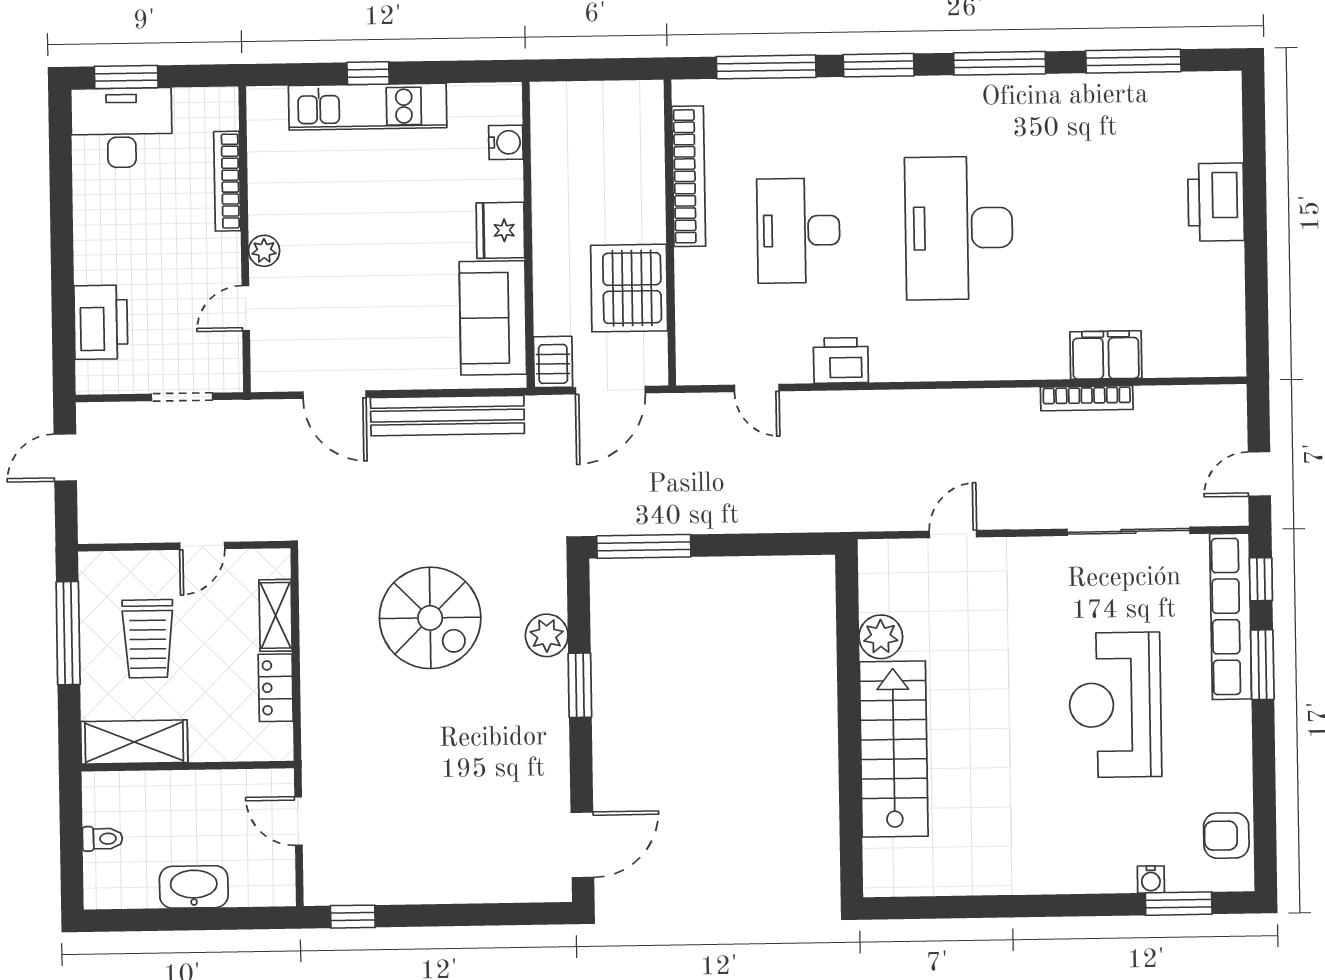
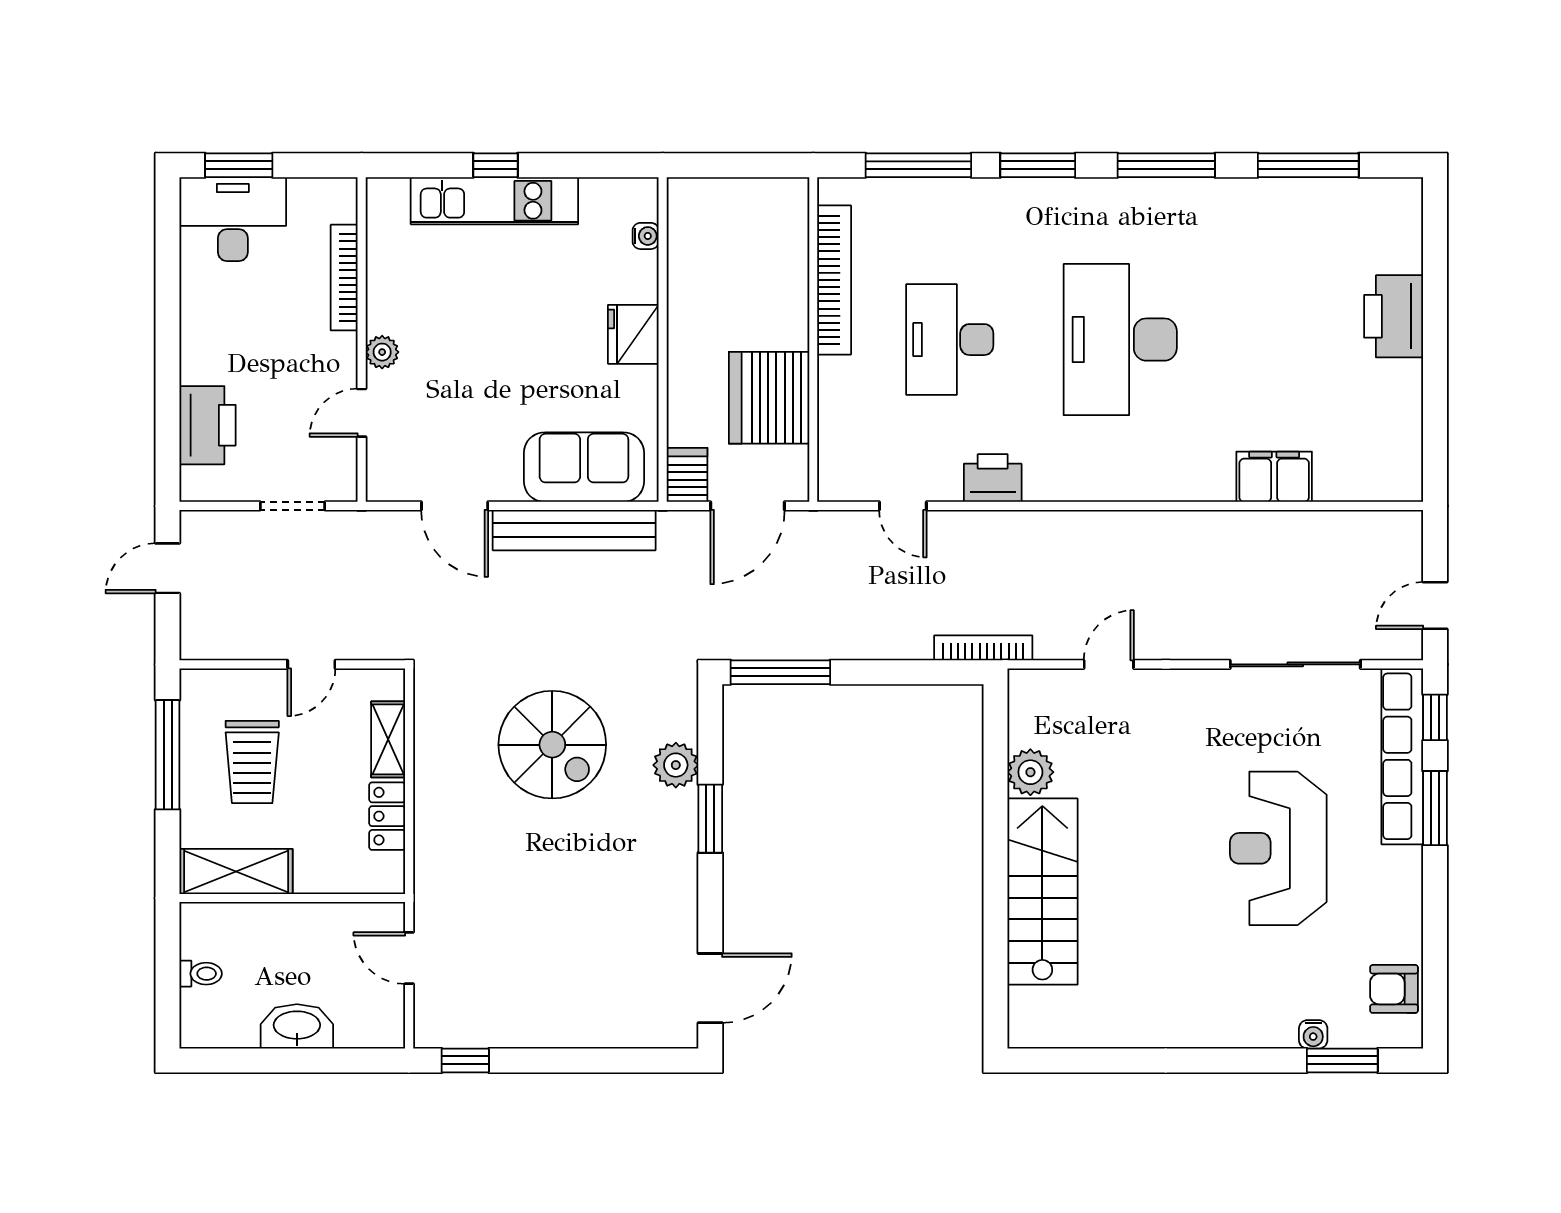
water cooler: (506, 142) -> (646, 236), width x0.72, depth x0.72
sofa: (493, 318) -> (584, 467), moved, turned 90
bookcase: (1087, 398) -> (983, 648), moved, turned 180

